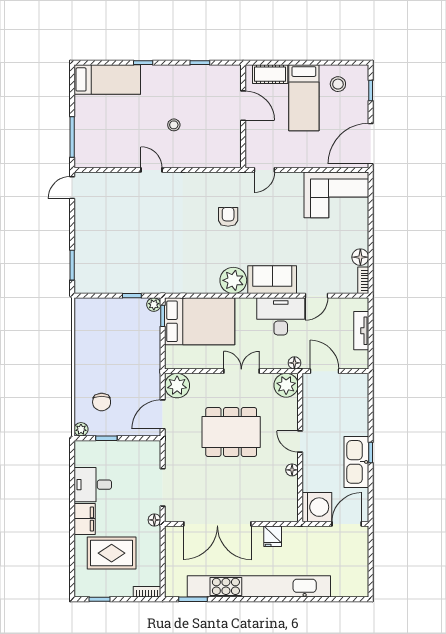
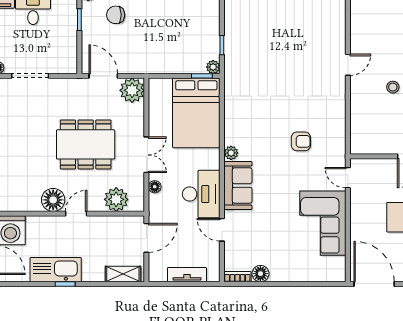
corner sofa: (336, 195) -> (323, 223), moved
plant: (233, 280) -> (231, 153), width x0.53, depth x0.53
floor lamp: (294, 363) -> (155, 187), moved
plant: (286, 385) -> (116, 199), moved
shelving: (361, 395) -> (123, 274), added
dining table: (231, 432) -> (86, 144), turned 90
floor lamp: (292, 470) -> (53, 200), width x1.89, depth x1.89

